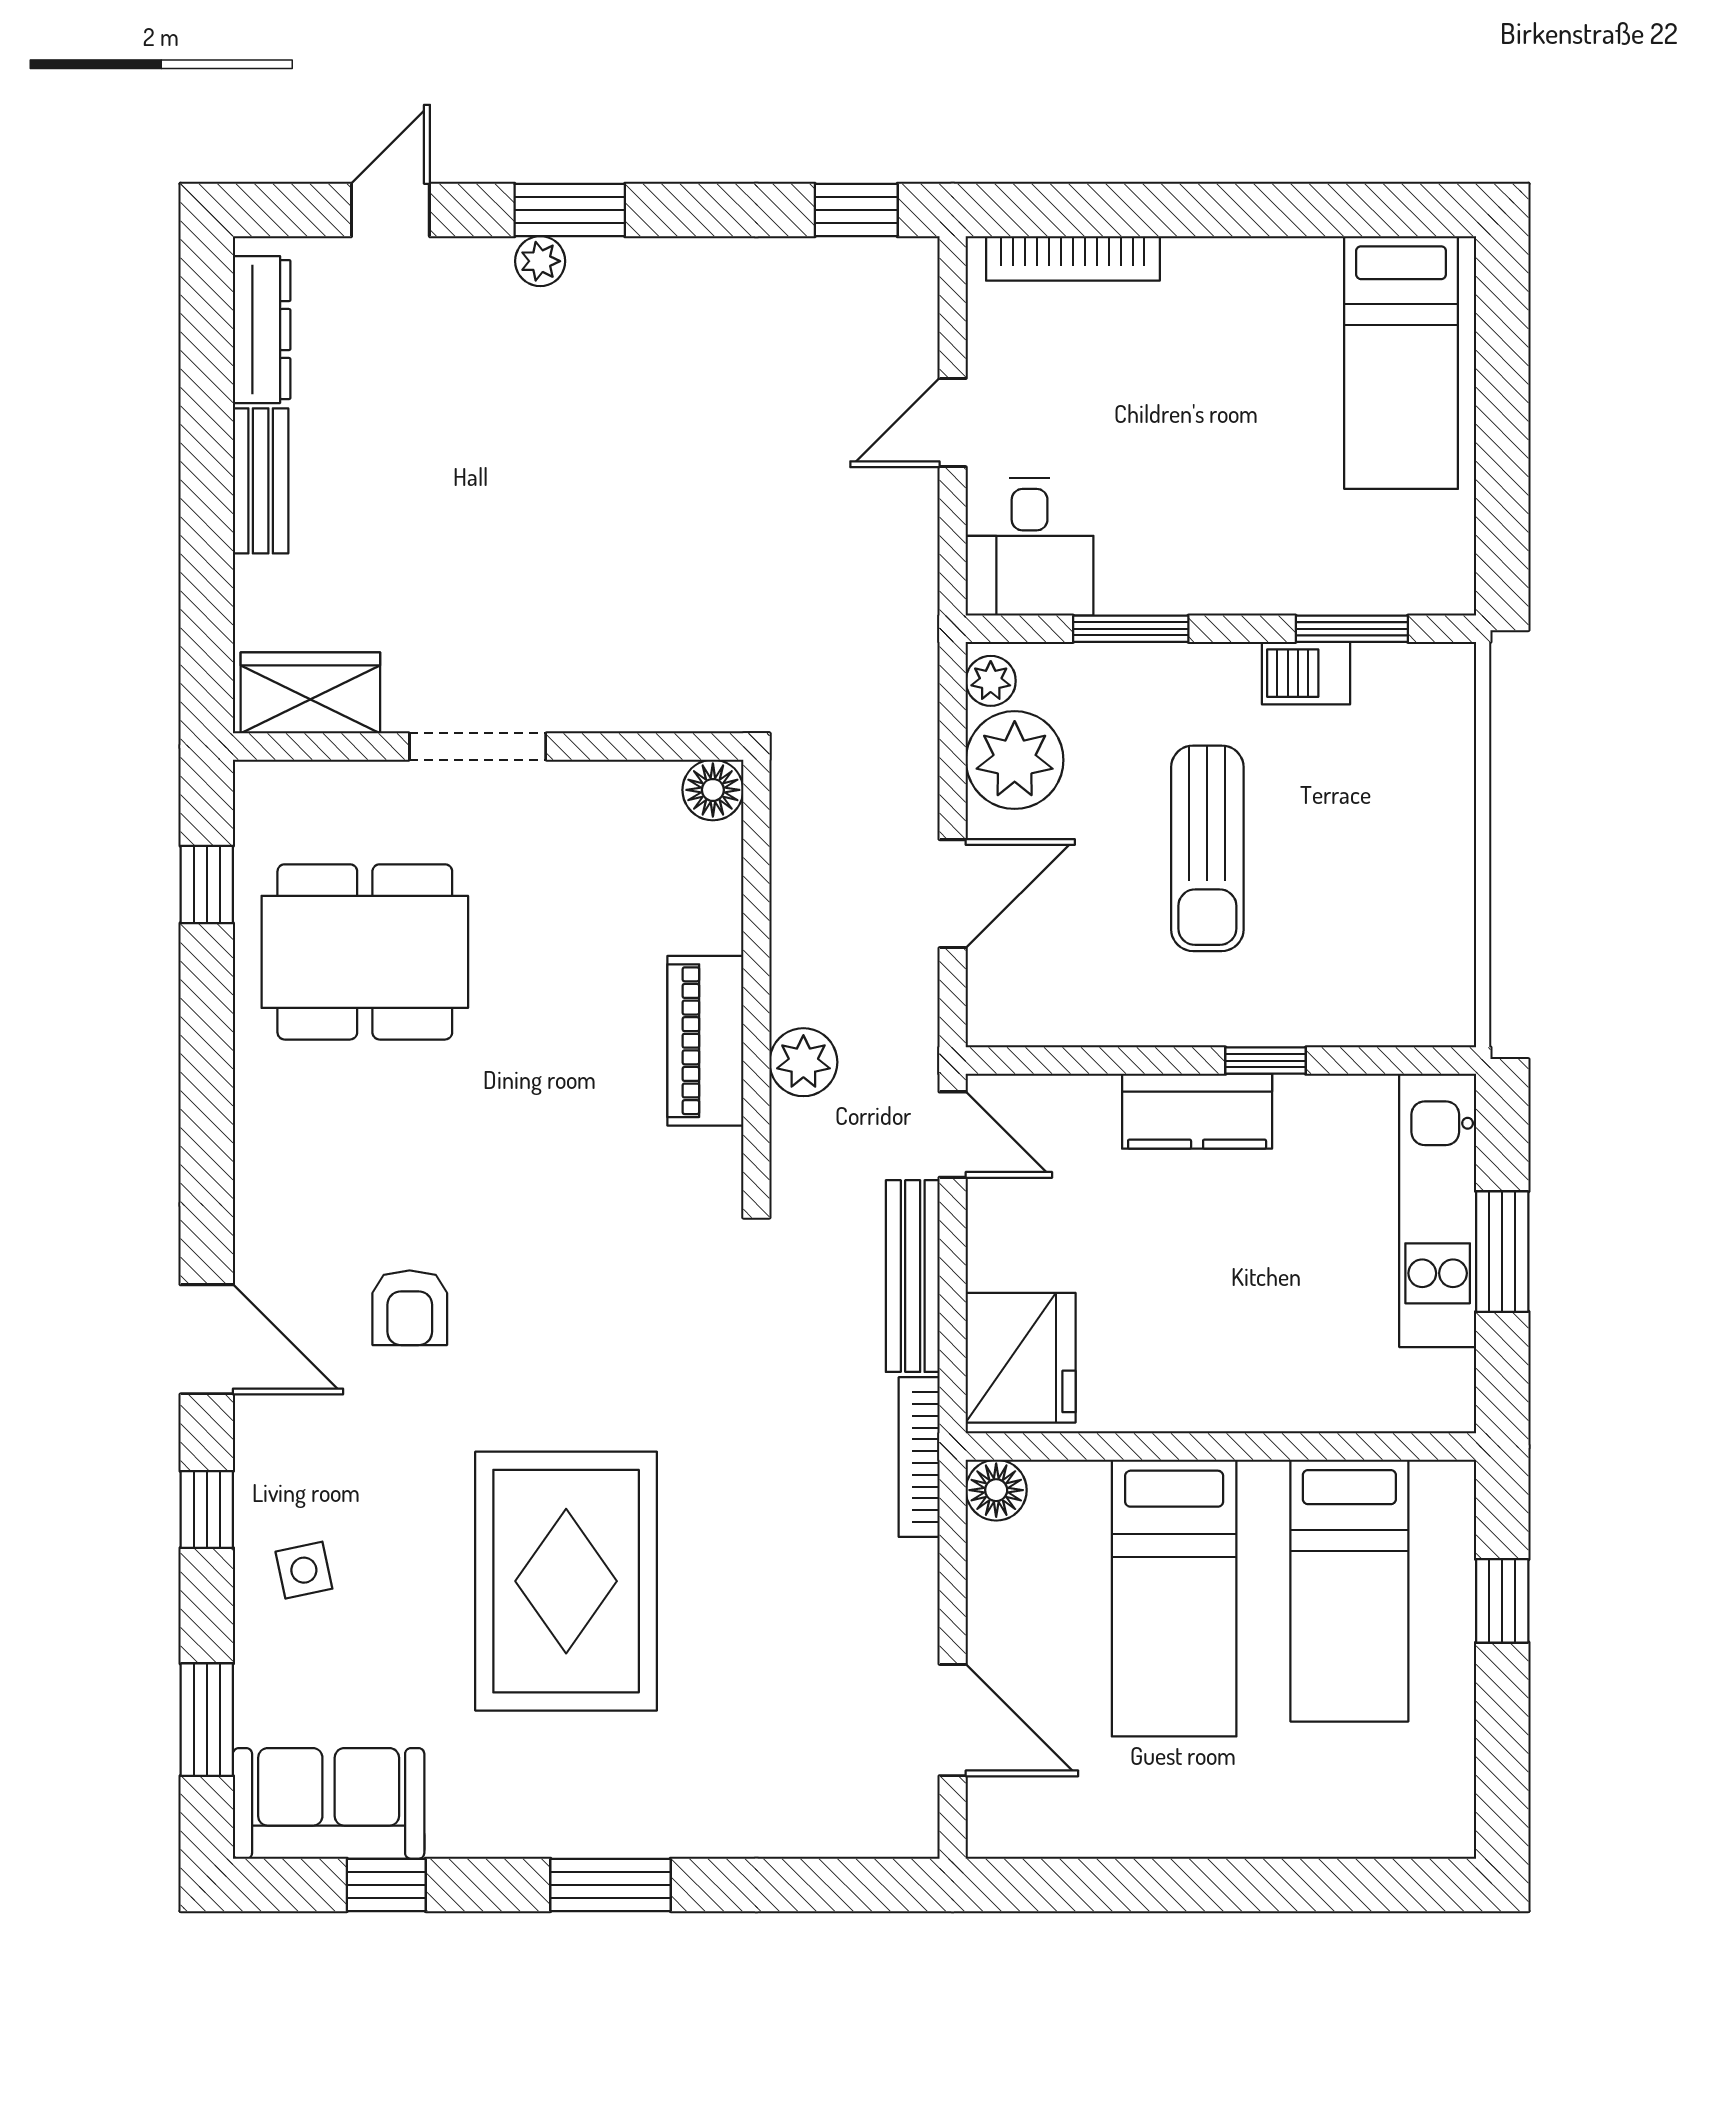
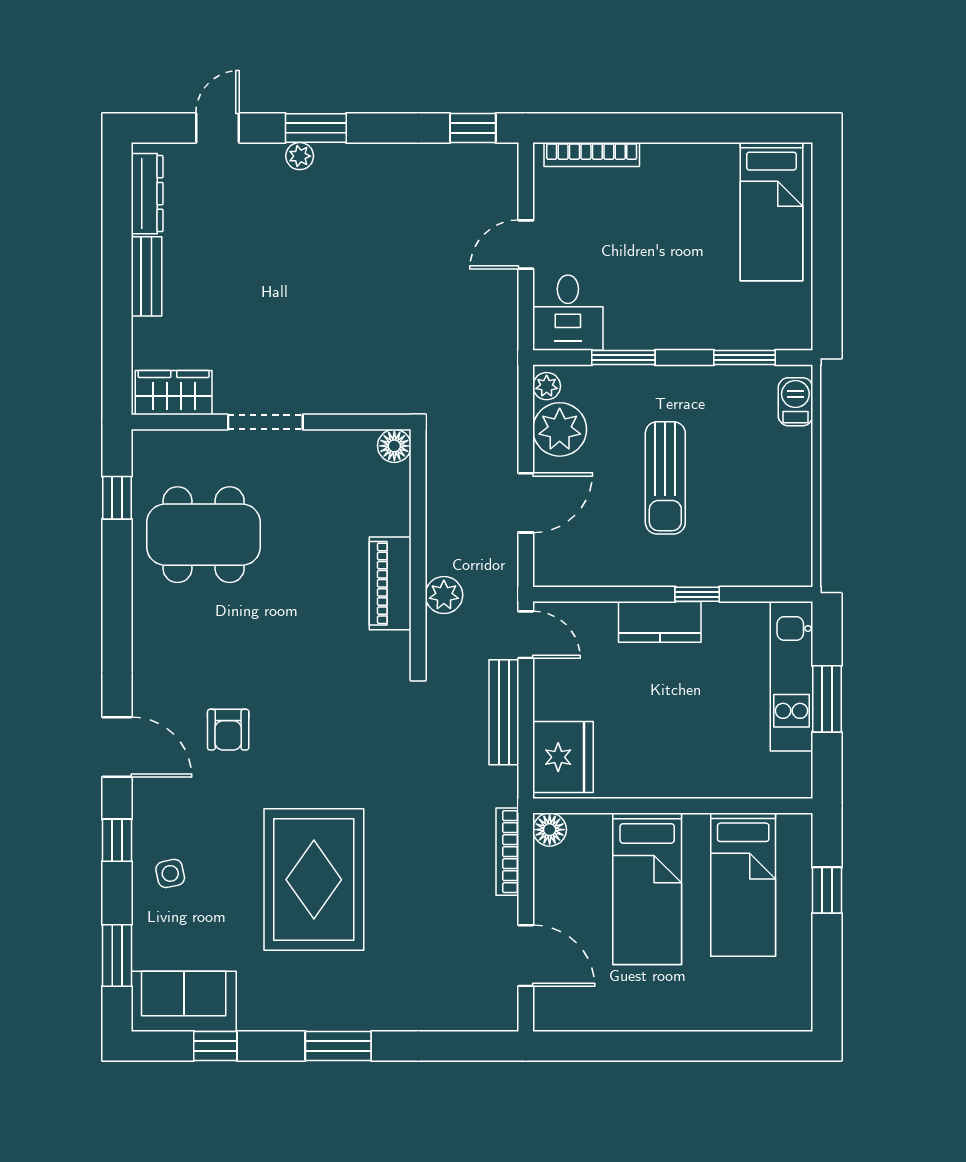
barbecue: (1306, 673) -> (795, 402), moved, turned 90
bookcase: (919, 1457) -> (507, 852), moved

